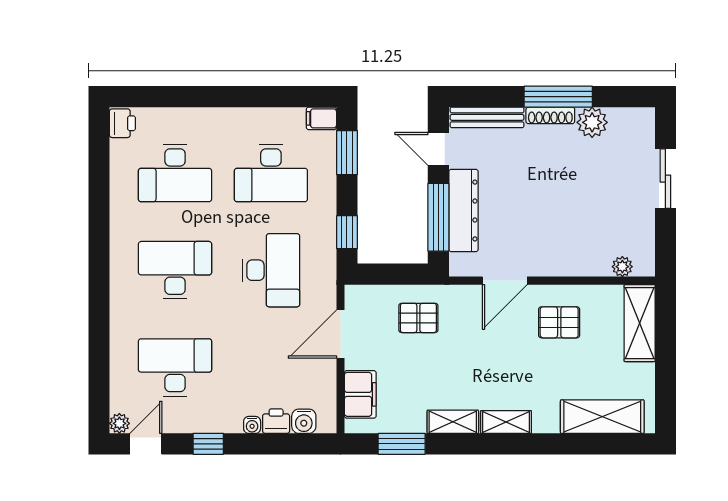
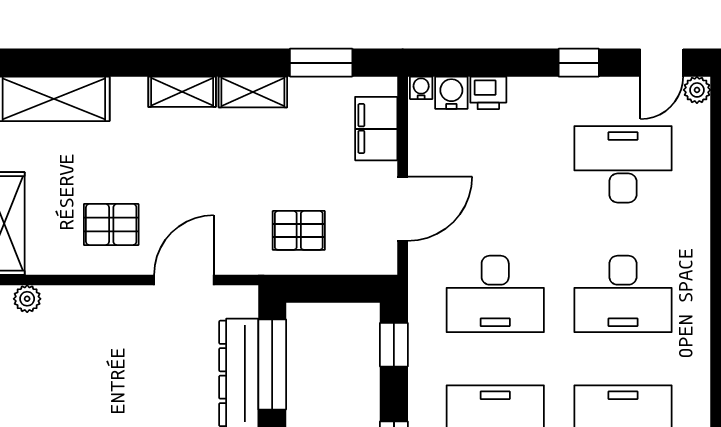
desk: (271, 270) -> (495, 294), turned -90
desk: (175, 368) -> (623, 164), turned 180
water cooler: (252, 425) -> (421, 88), moved

